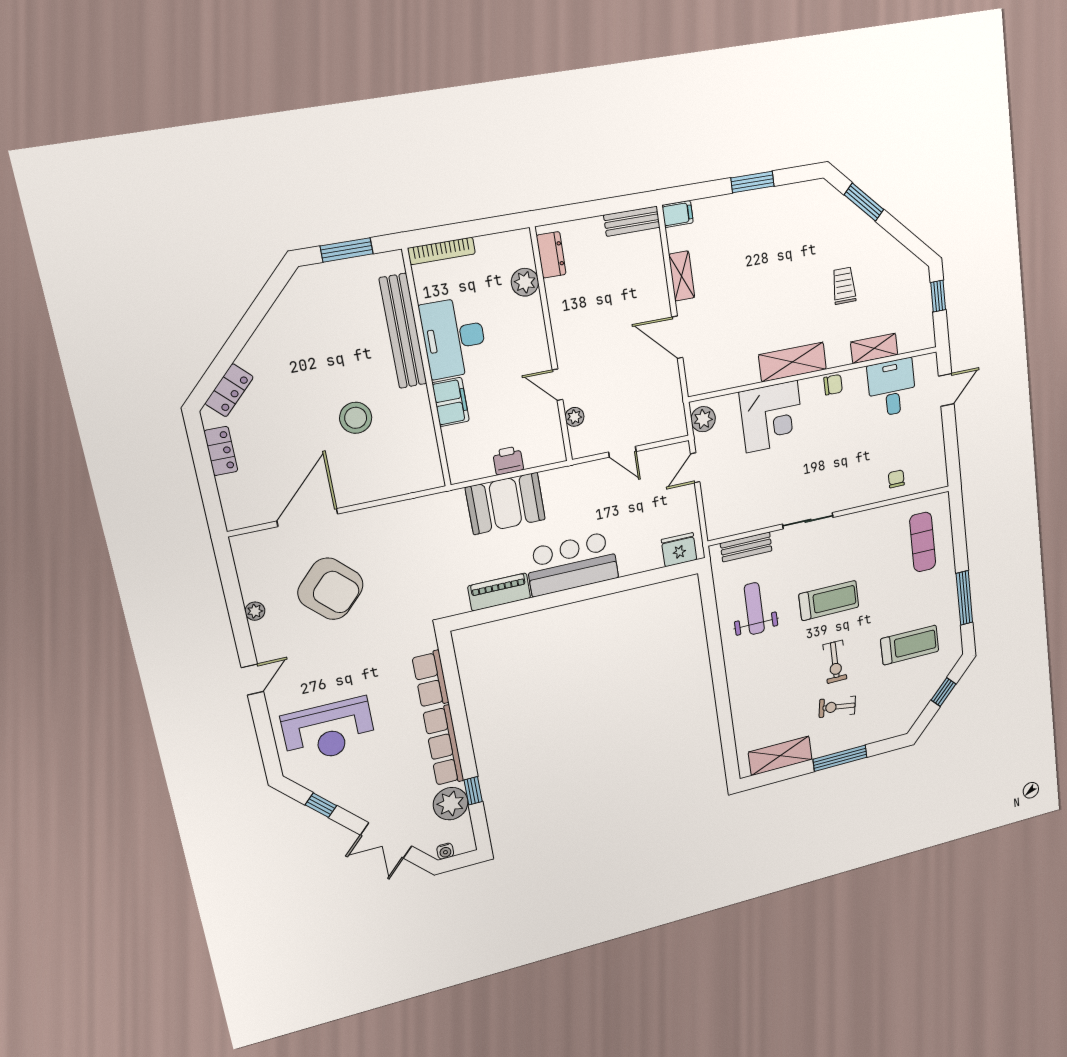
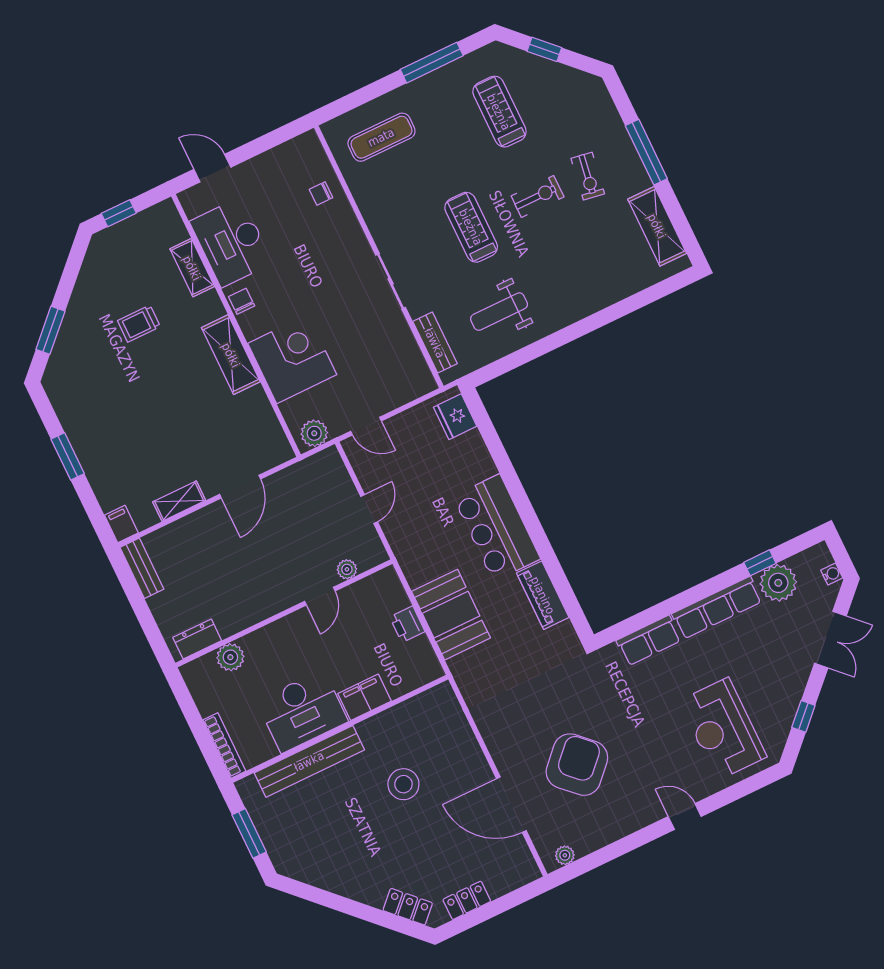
desk: (892, 388) -> (231, 242), width x1.37
plant: (255, 611) -> (565, 855), moved
reception desk: (329, 731) -> (723, 729), turned 180

